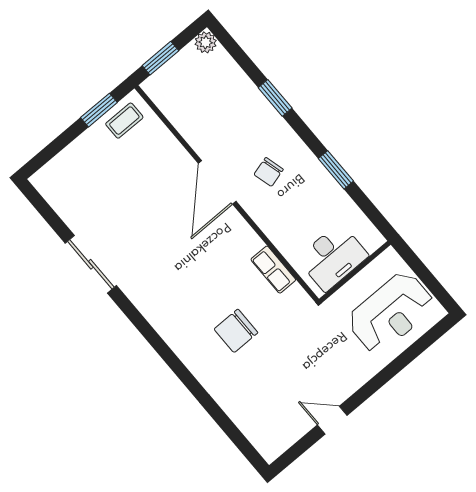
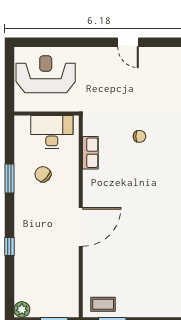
window: (275, 98) -> (9, 247), width x0.67
chair: (269, 172) -> (43, 174), moved, turned -123
chair: (236, 331) -> (139, 136), width x0.54, depth x0.54

